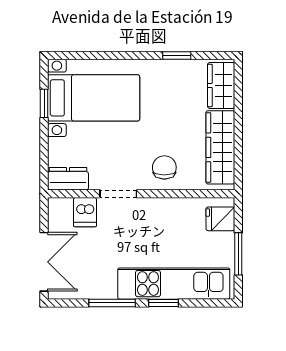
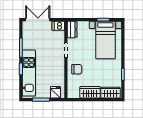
wardrobe: (220, 147) -> (90, 92), width x0.67
dishwasher: (85, 212) -> (58, 26), moved
double door: (44, 262) -> (38, 20), swing flipped

